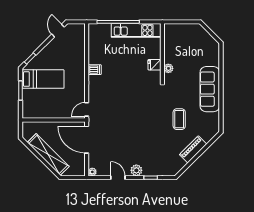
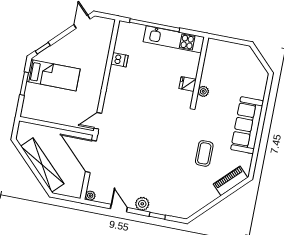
dishwasher: (95, 70) -> (119, 60), moved
piano: (193, 149) -> (230, 181), moved

